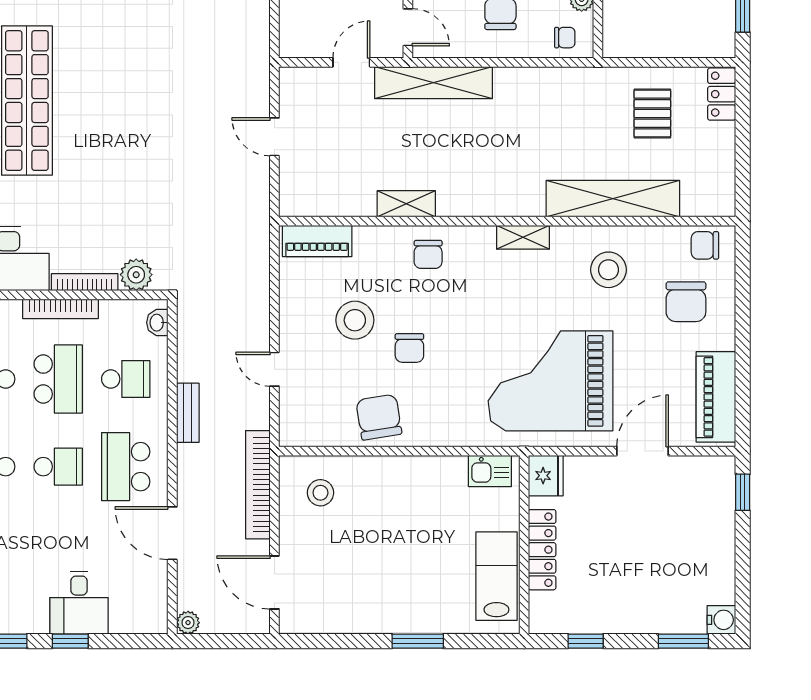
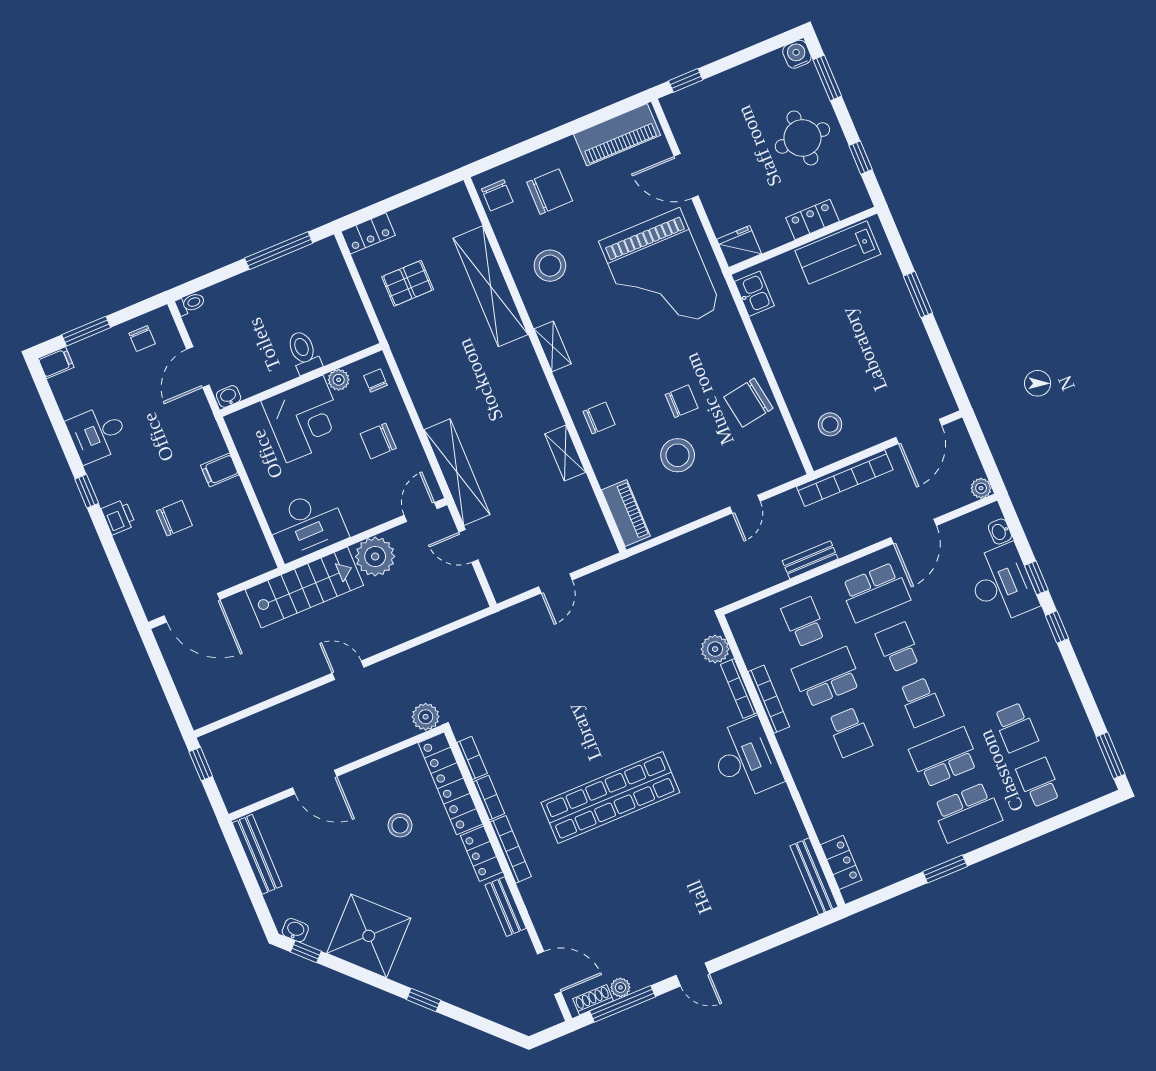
washbasin: (157, 323) -> (1000, 531), moved, turned 90
locker: (542, 550) -> (812, 219), width x0.66
round table: (631, 589) -> (802, 138), added
desk: (79, 603) -> (1002, 584), width x1.37

